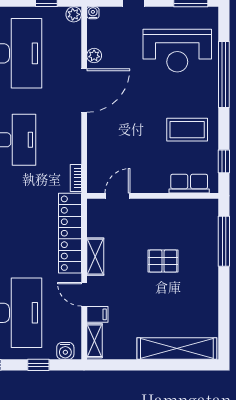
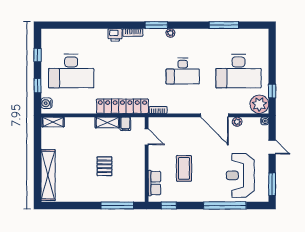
plant: (74, 14) -> (259, 104), width x1.88, depth x1.88
coffee table: (187, 130) -> (184, 168), moved
door: (84, 294) -> (83, 115), removed
filing cabinet: (97, 314) -> (125, 124), moved

